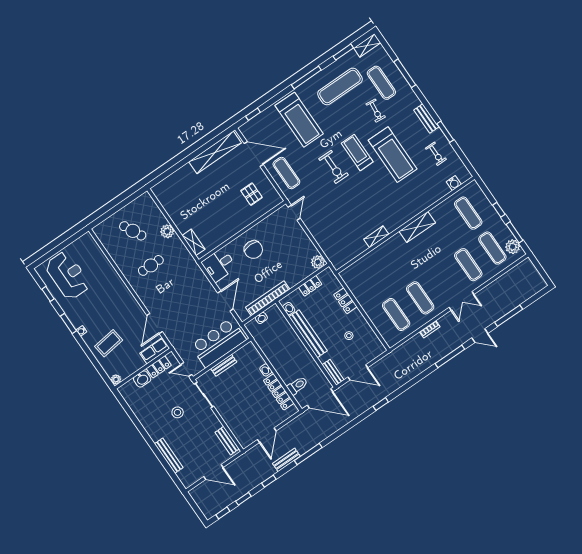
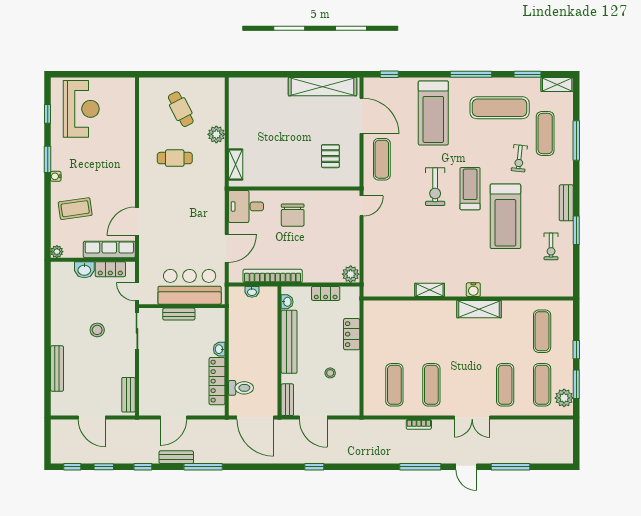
water cooler: (454, 183) -> (473, 290), moved
row of seats: (155, 351) -> (109, 249), width x1.48

